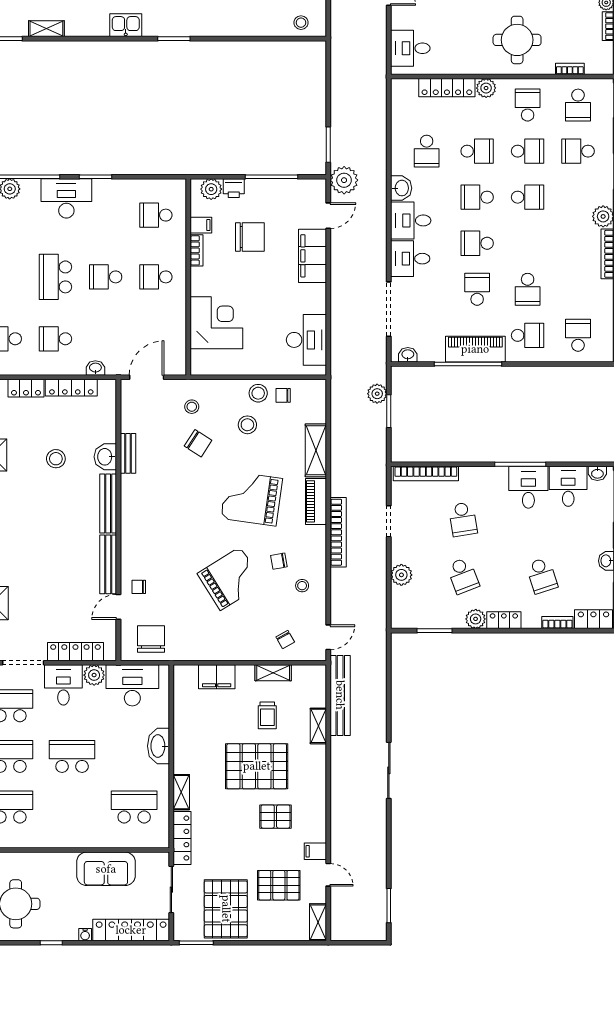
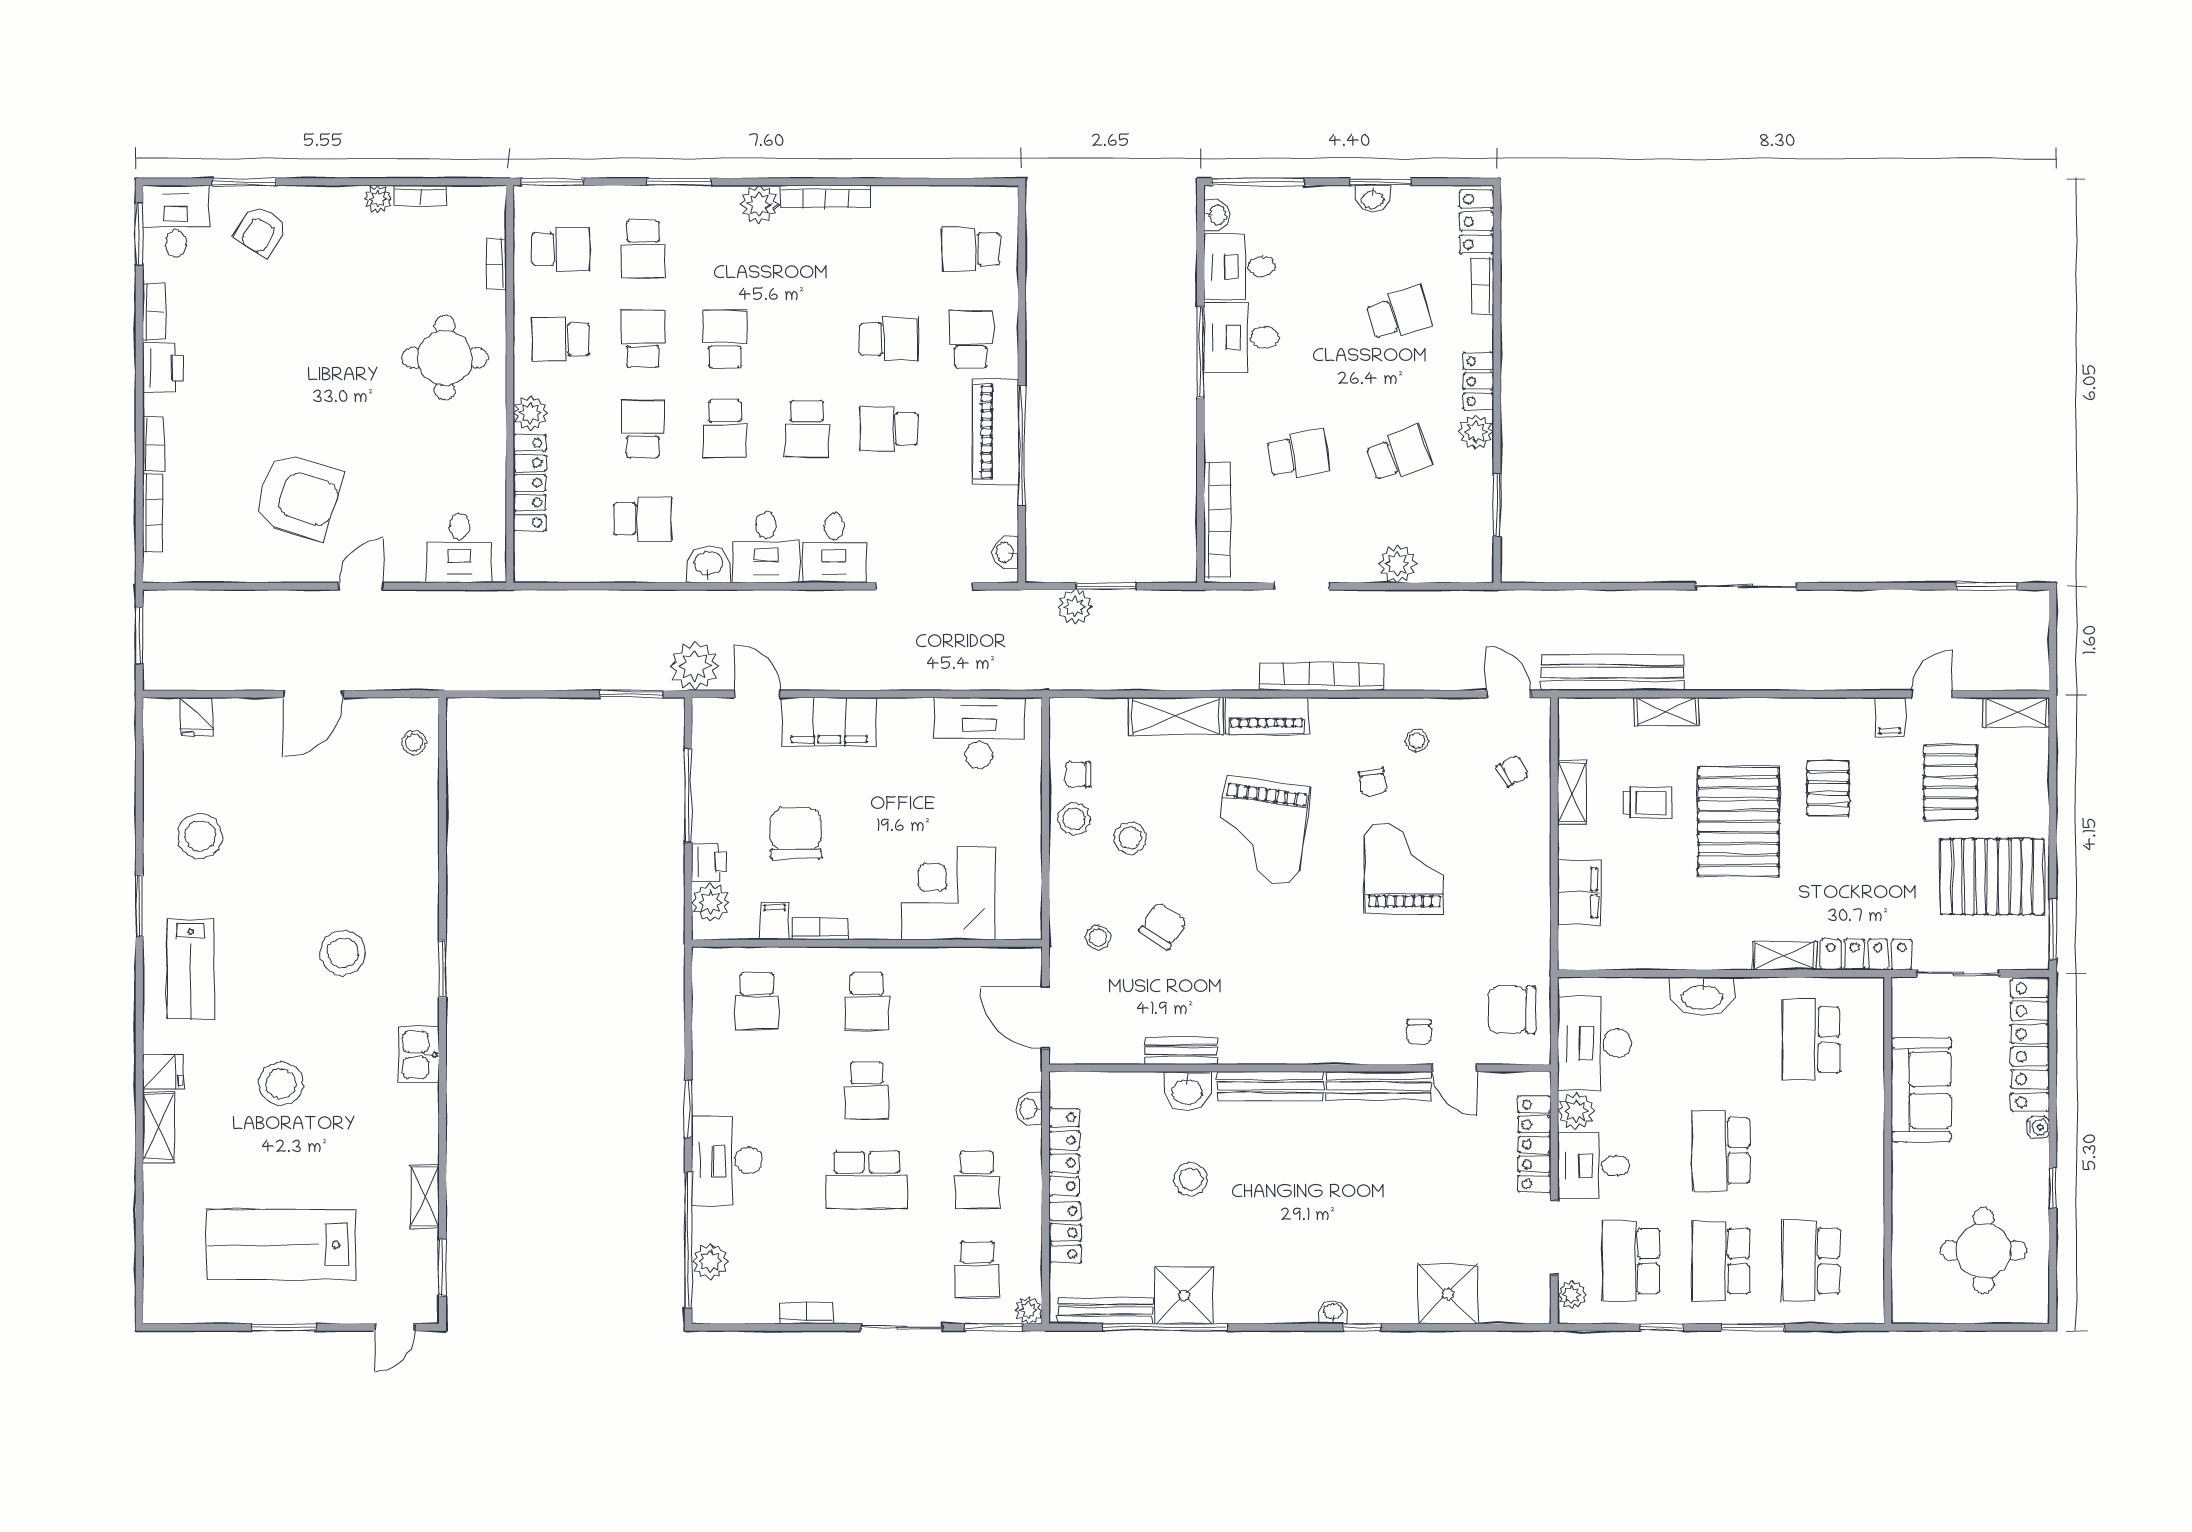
chair: (283, 395) -> (1078, 774), turned 90
grand piano: (230, 579) -> (1404, 868), turned 32

